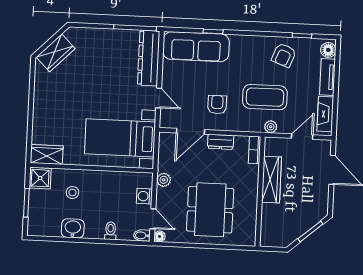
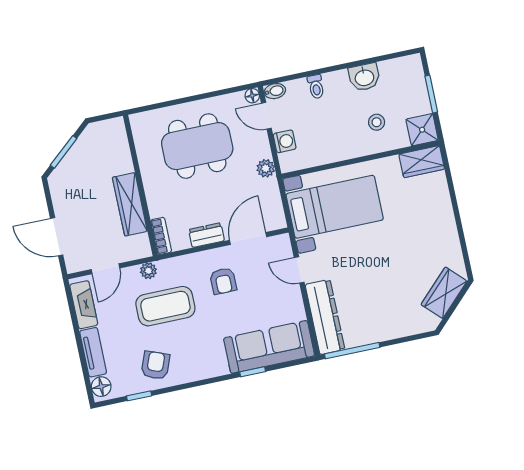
dining table: (210, 210) -> (197, 146), turned 90

